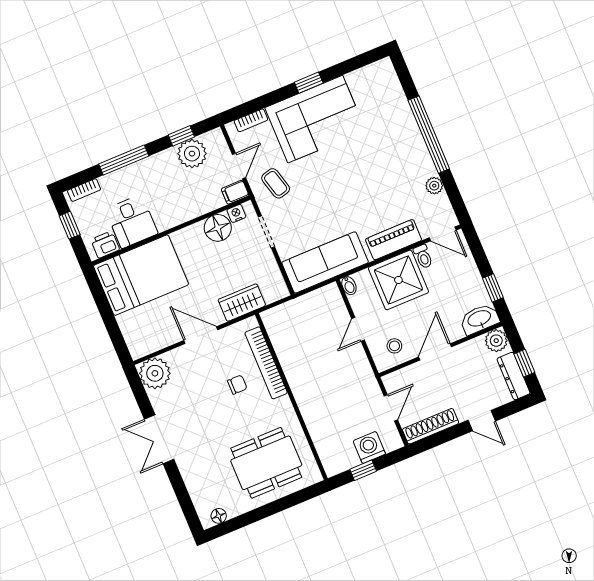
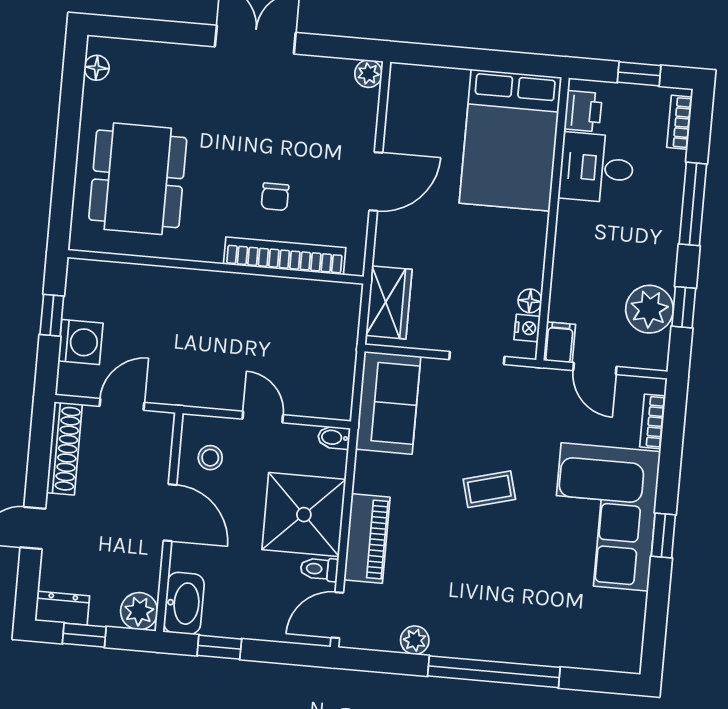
coffee table: (276, 183) -> (489, 489), moved
floor lamp: (218, 228) -> (530, 301), width x0.53, depth x0.53
sofa: (325, 262) -> (388, 403), width x0.73
wardrobe: (242, 303) -> (389, 302), moved
plant: (155, 373) -> (368, 74), width x0.53, depth x0.53
dresser: (514, 376) -> (62, 608), width x0.70
door: (391, 408) -> (122, 404), swing flipped

